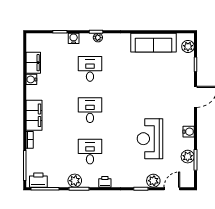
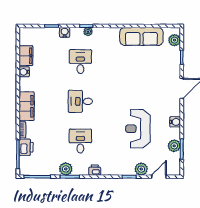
desk: (90, 110) -> (80, 101), turned -90
printer: (38, 180) -> (26, 147), moved, turned 90

